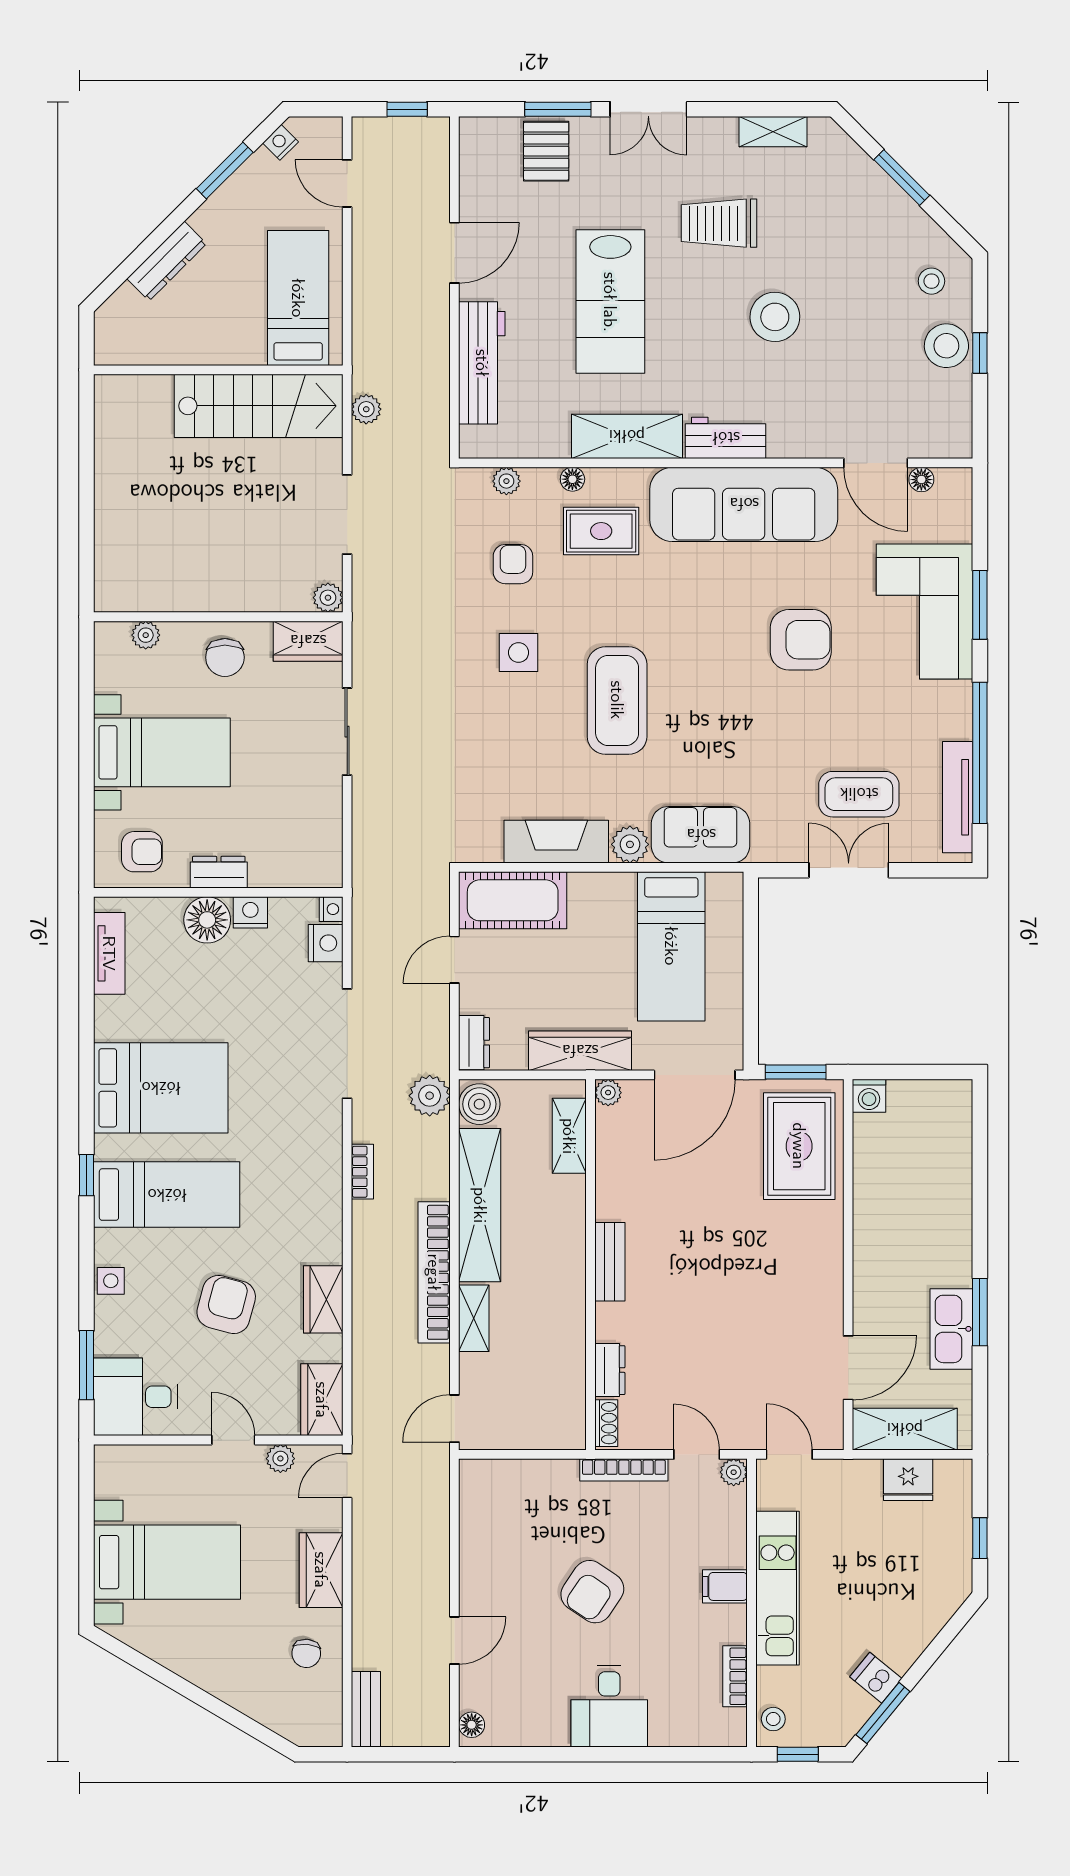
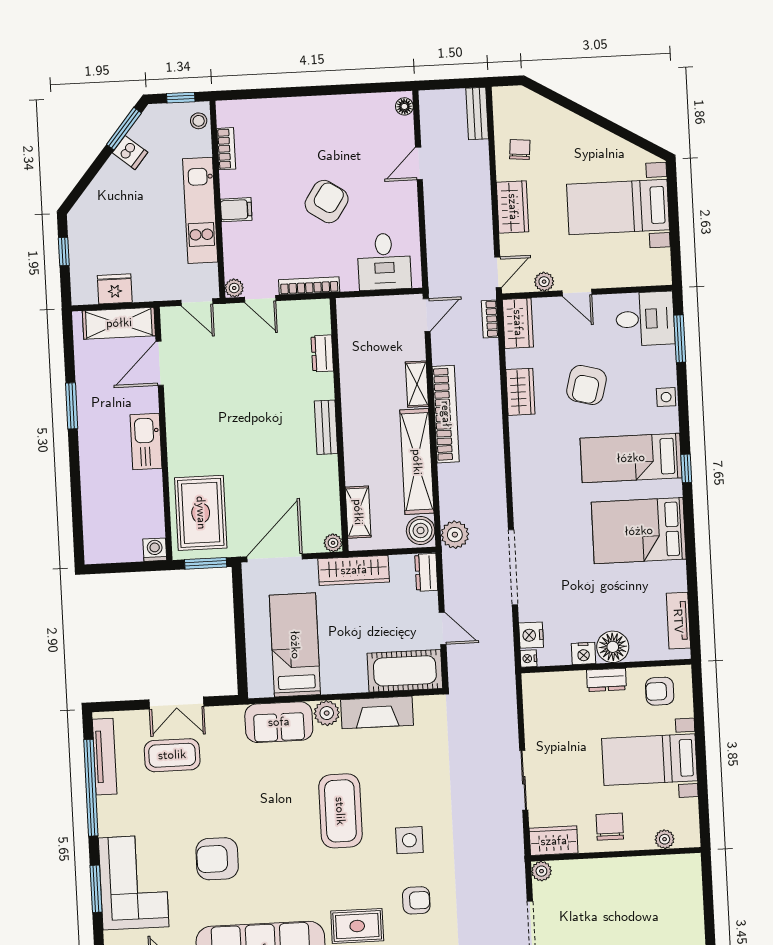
armchair: (513, 564) -> (416, 900), turned -90
door: (454, 960) -> (443, 628), hinge flipped
bookcase: (362, 1172) -> (490, 319), moved
kitchen sink: (951, 1329) -> (146, 442), moved, turned 180
shoe rack: (606, 1423) -> (323, 317), removed
desk: (609, 1706) -> (384, 262), moved, turned 180

